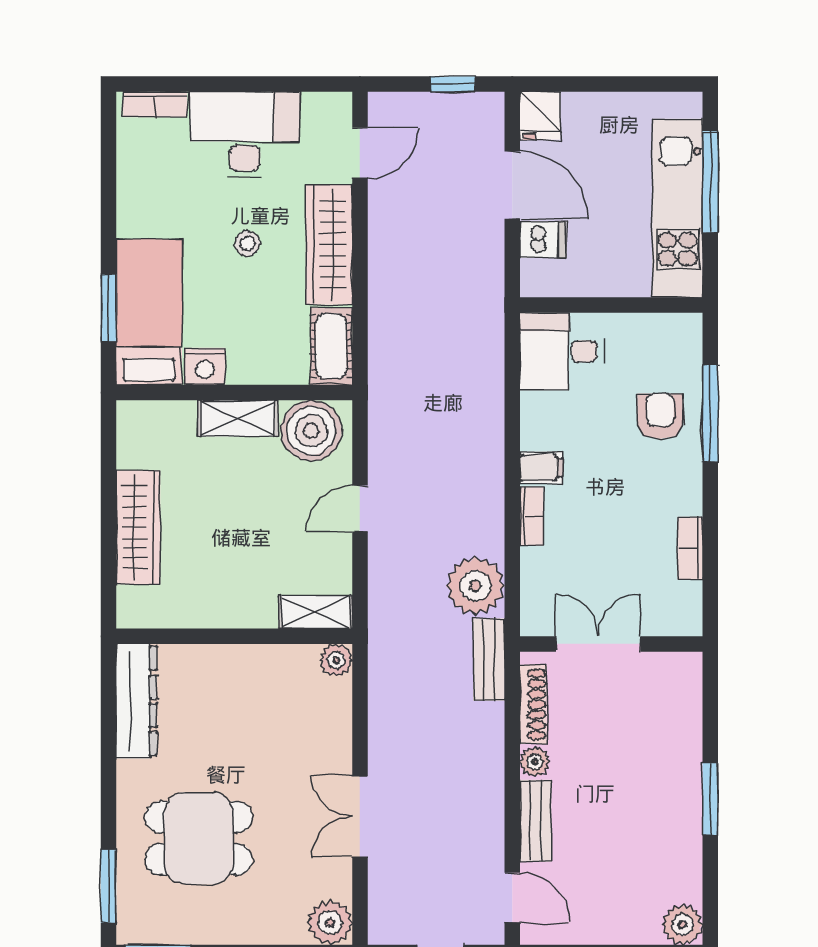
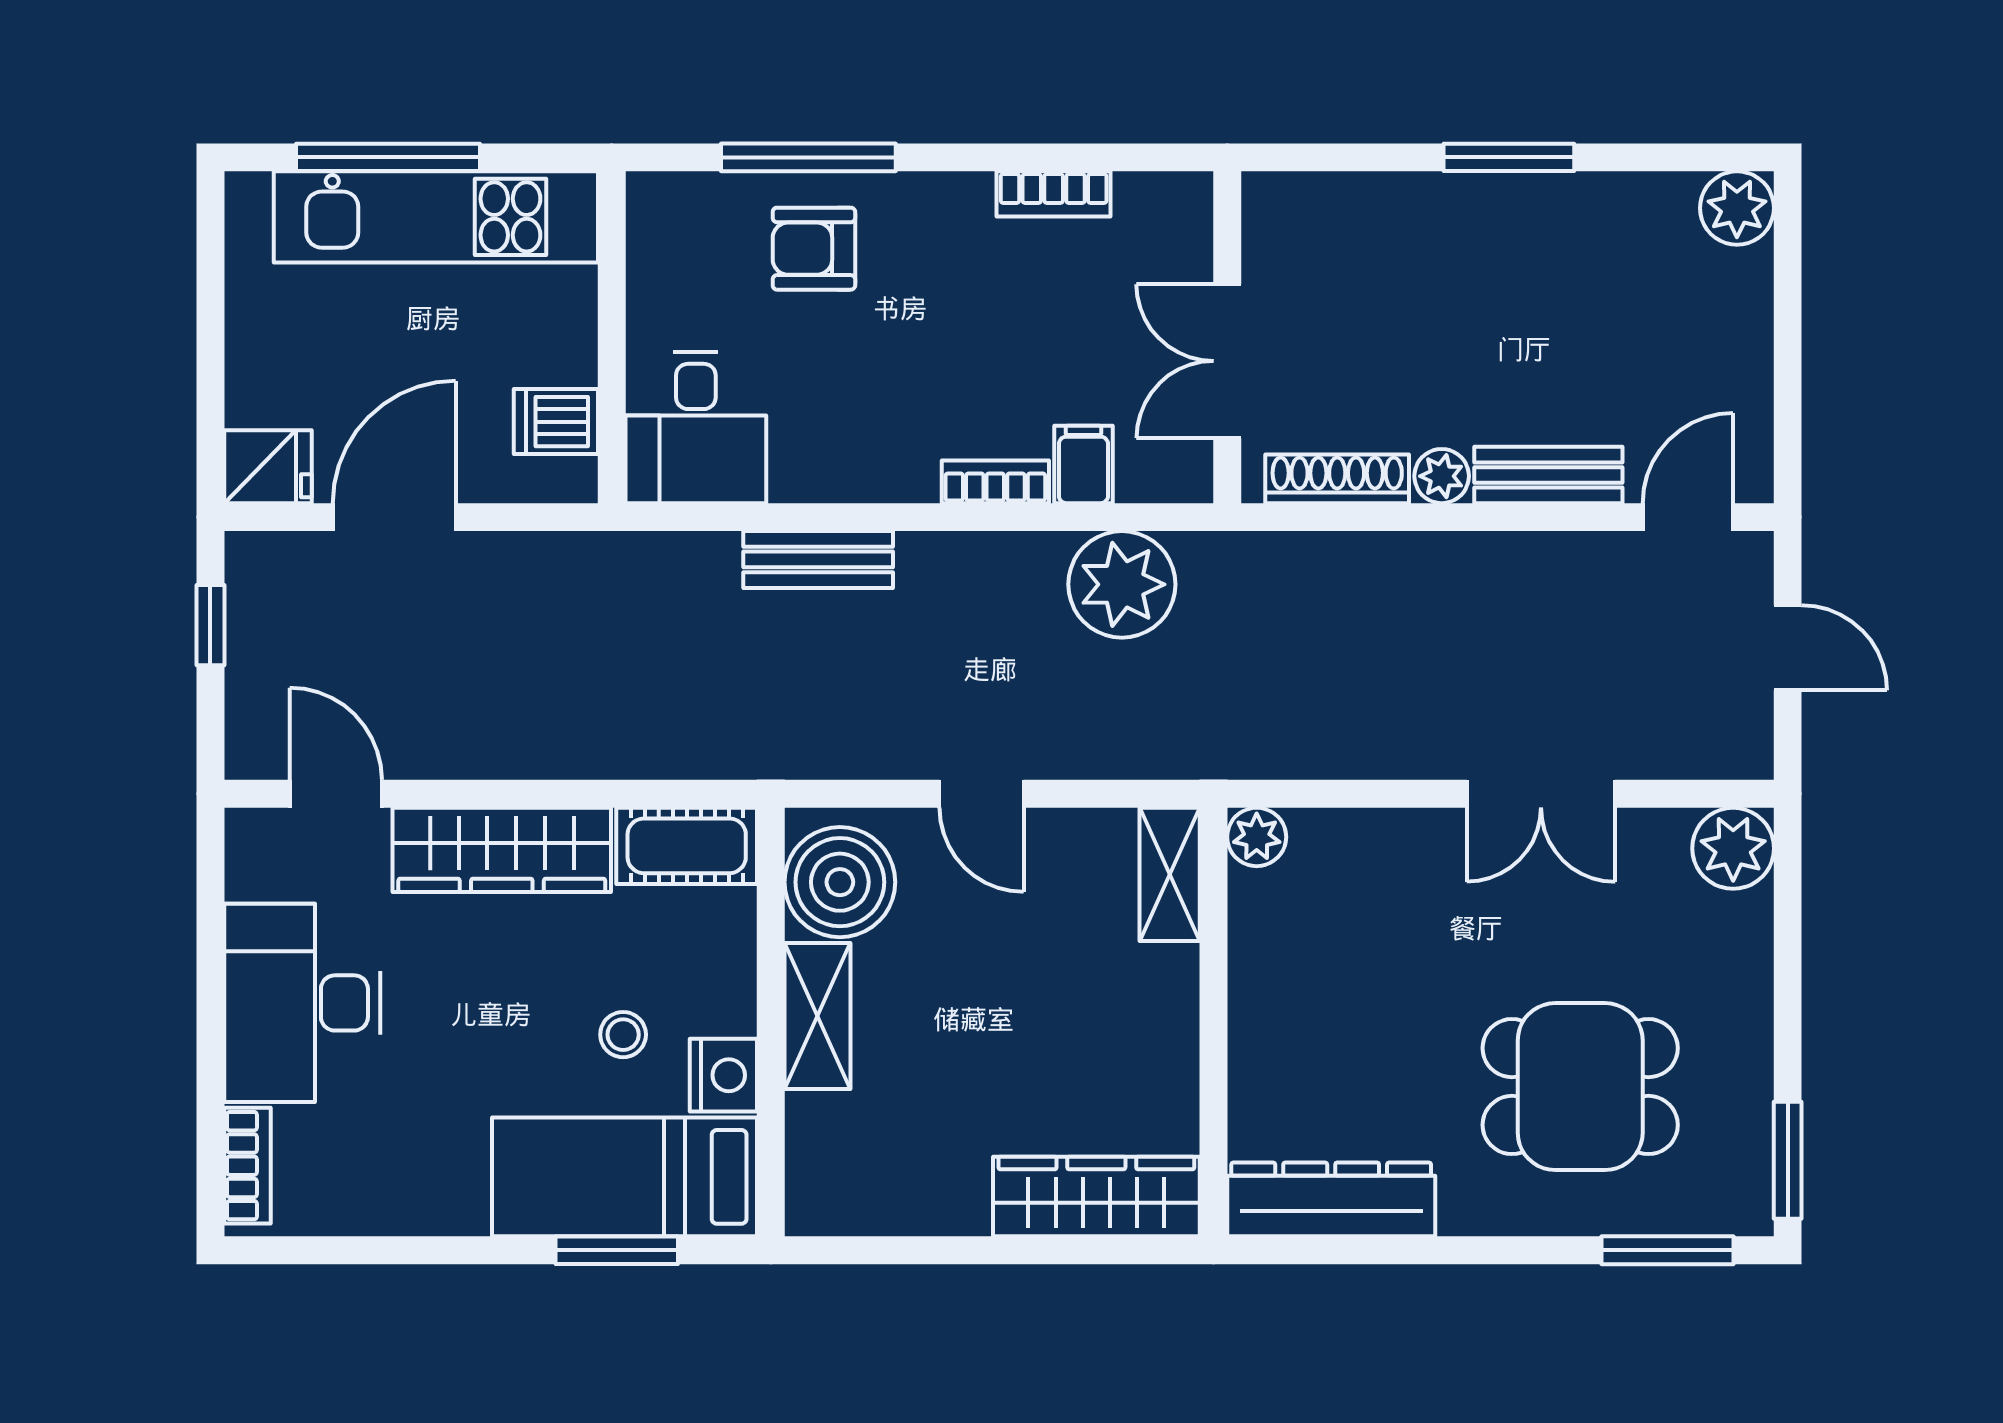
dishwasher: (543, 240) -> (556, 422), moved, turned -90
stool: (247, 243) -> (623, 1035), moved
filing cabinet: (541, 468) -> (1083, 464), moved
wardrobe: (138, 527) -> (1096, 1197), moved
bench: (489, 659) -> (818, 559), moved
dining table: (199, 838) -> (1580, 1087), turned 90

